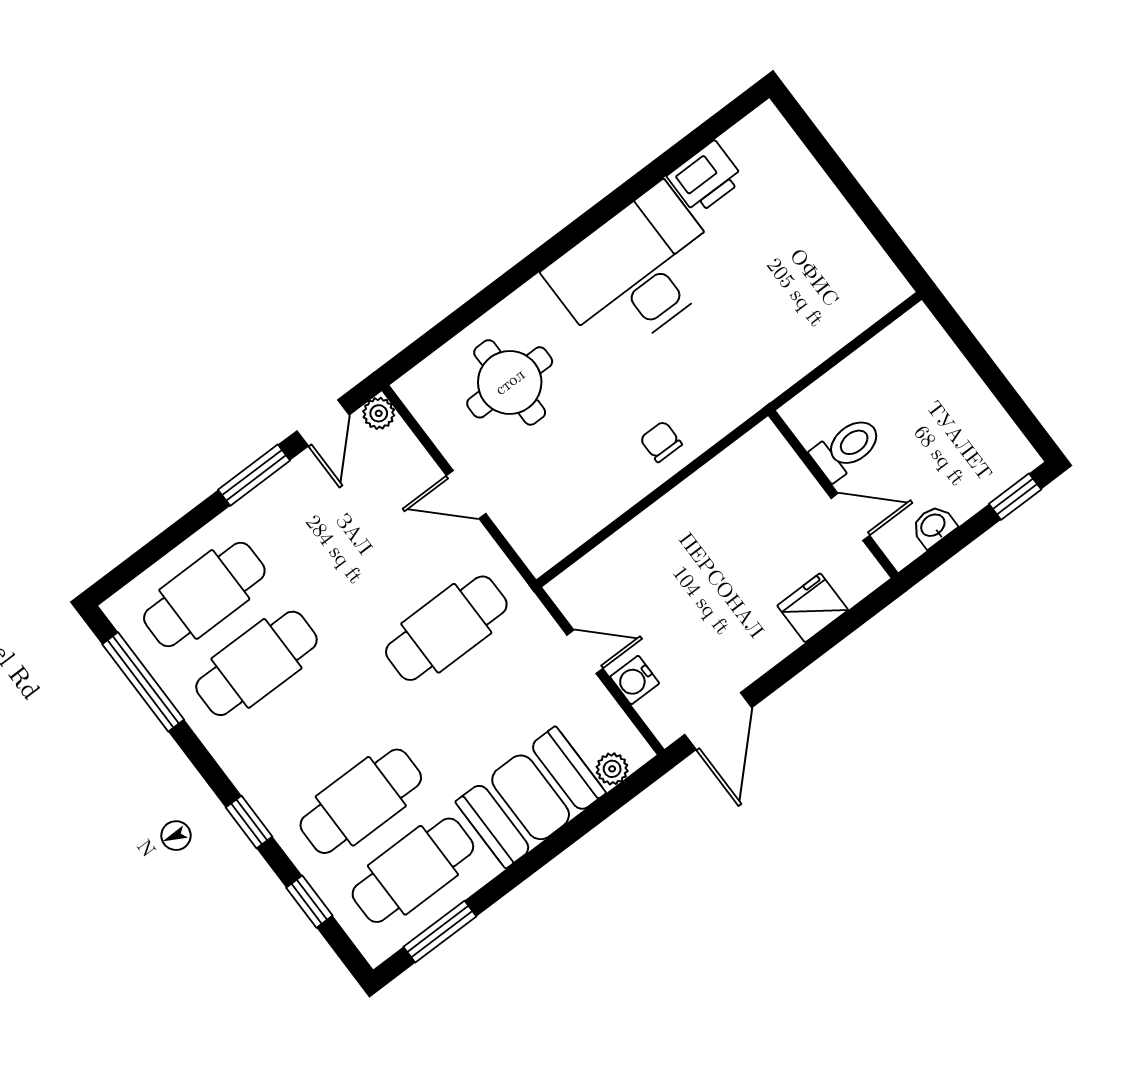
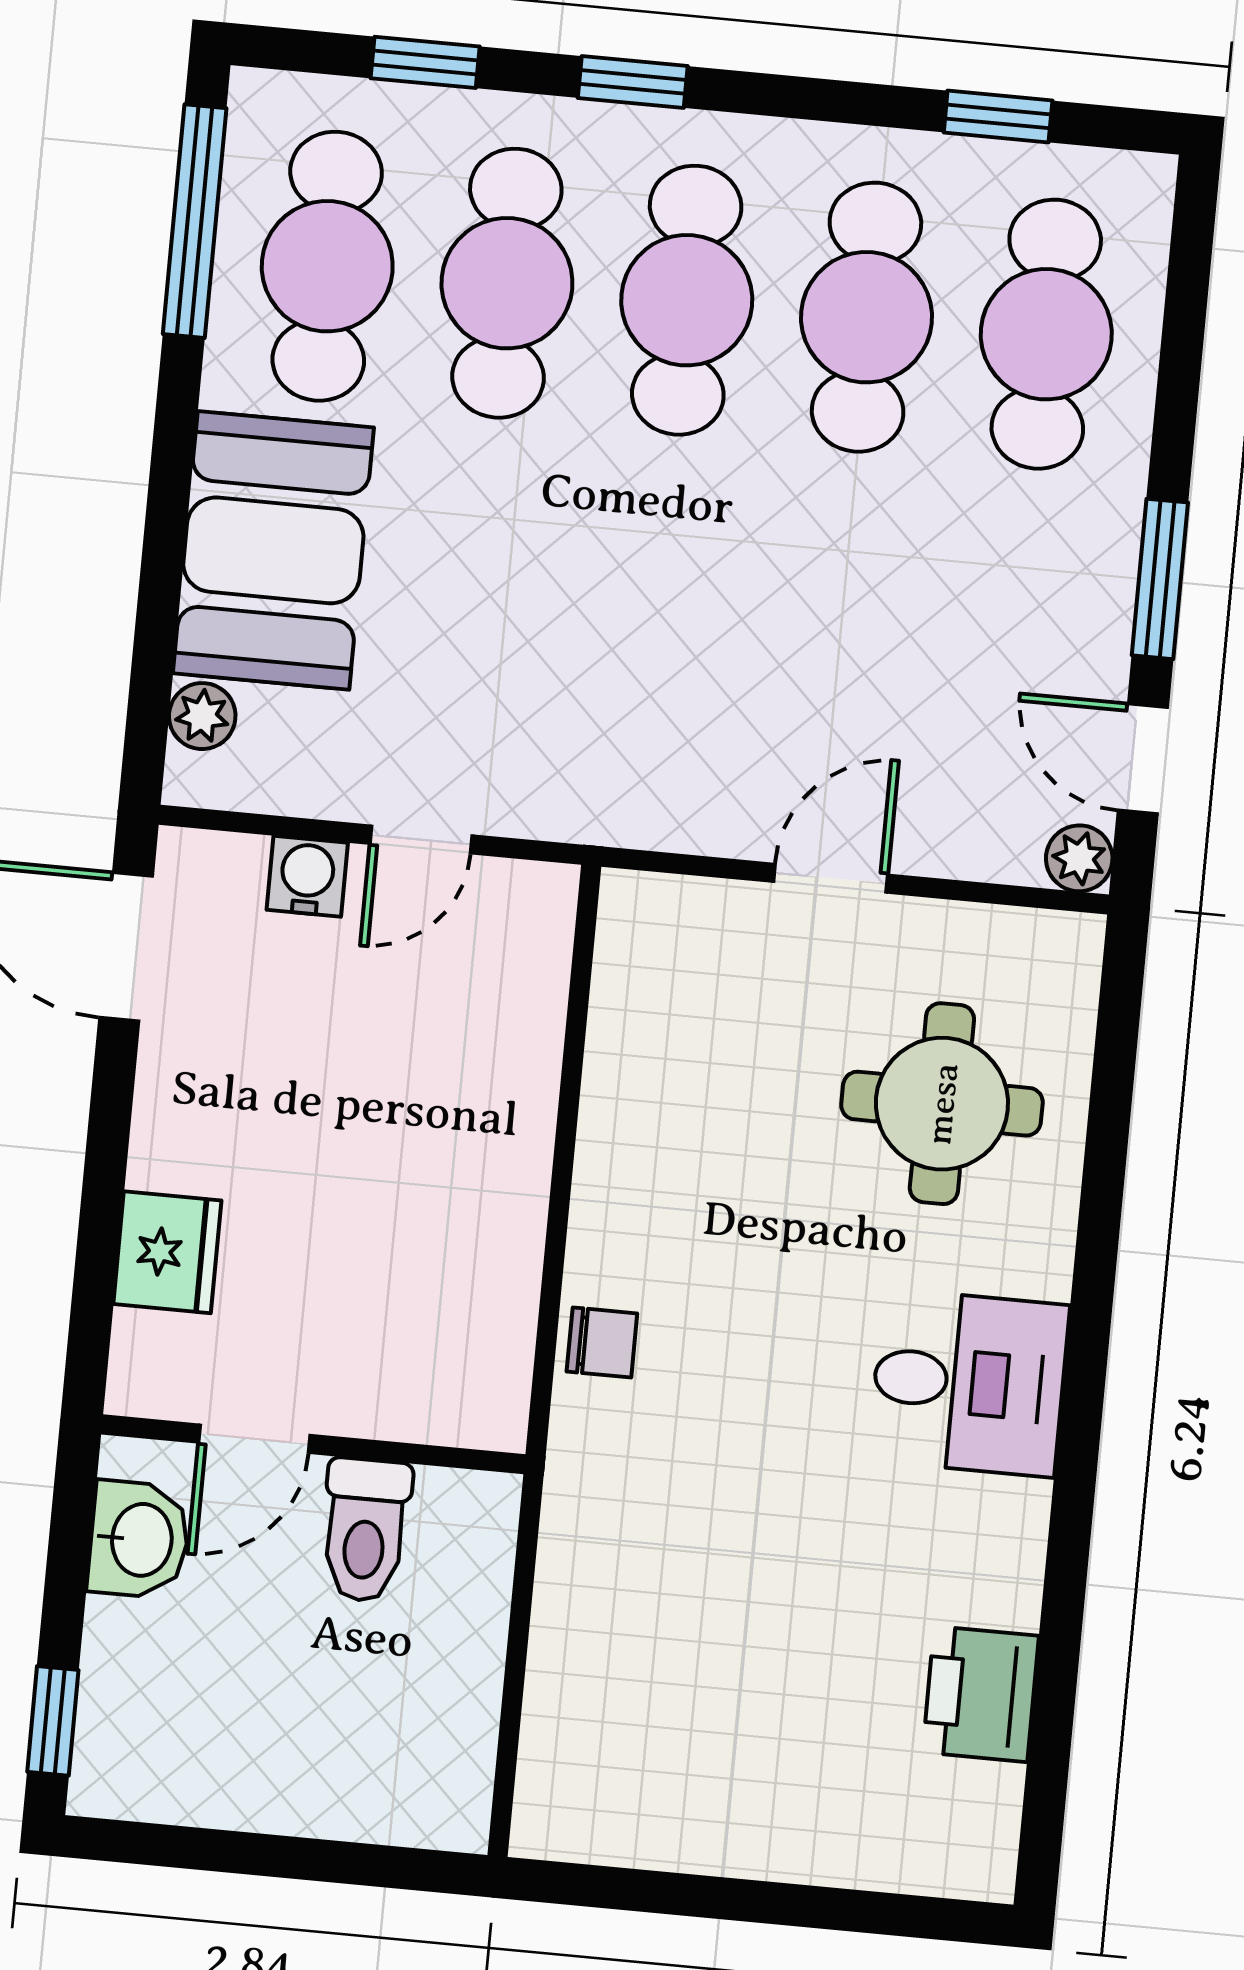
desk: (637, 272) -> (969, 1383), width x0.53, depth x0.77
chair: (661, 442) -> (602, 1342), moved
washbasin: (933, 526) -> (139, 1540), width x1.38, depth x1.45
cafe table: (446, 628) -> (687, 300), moved
window: (143, 682) -> (998, 117), width x0.46
window: (440, 932) -> (195, 221), width x1.44

